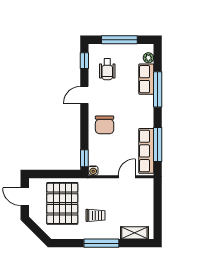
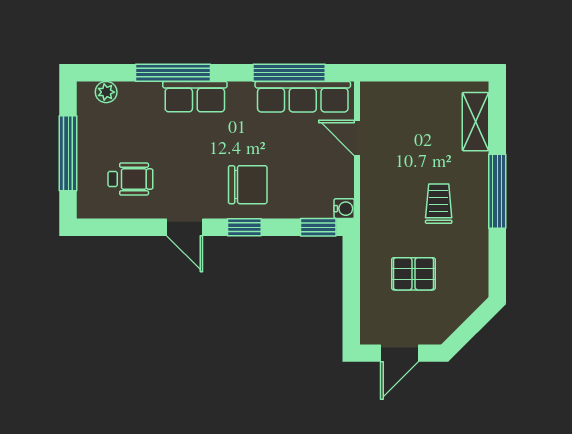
window: (84, 61) -> (244, 227), moved
row of seats: (146, 79) -> (195, 97), moved
pallet: (62, 203) -> (413, 274), width x0.49, depth x0.50

